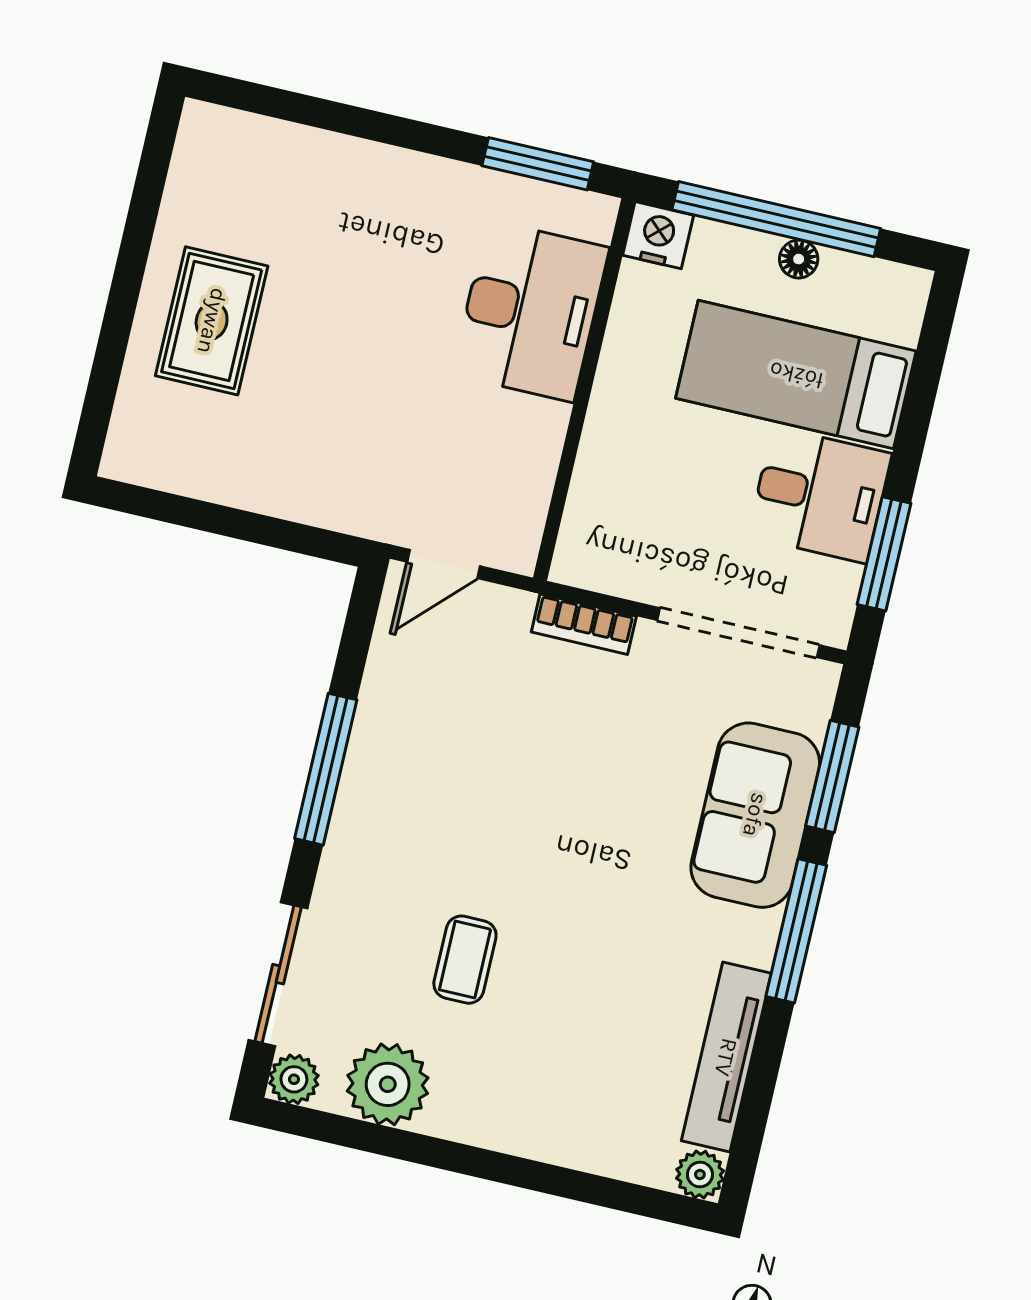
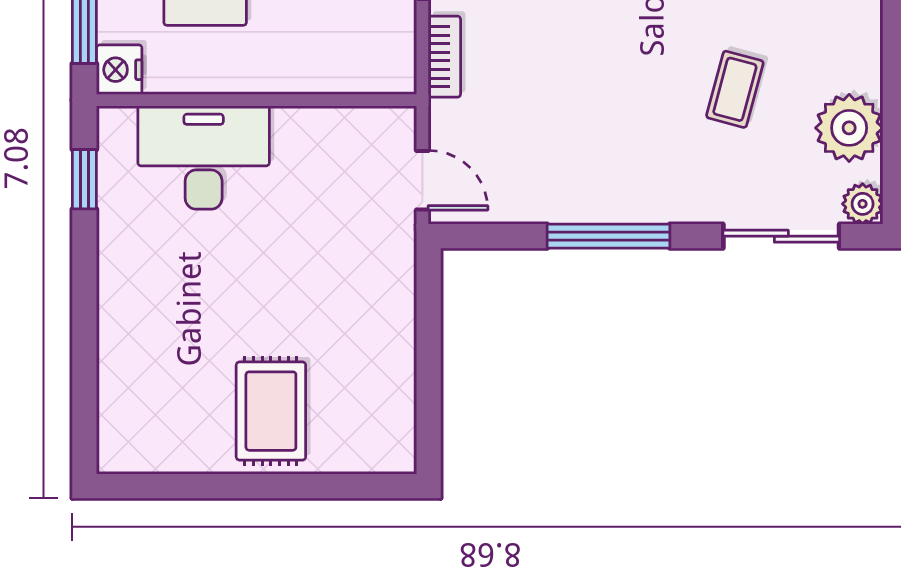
window: (538, 164) -> (84, 179), width x0.67
rug: (212, 321) -> (271, 411), turned 90
coffee table: (465, 960) -> (735, 89), turned -75

